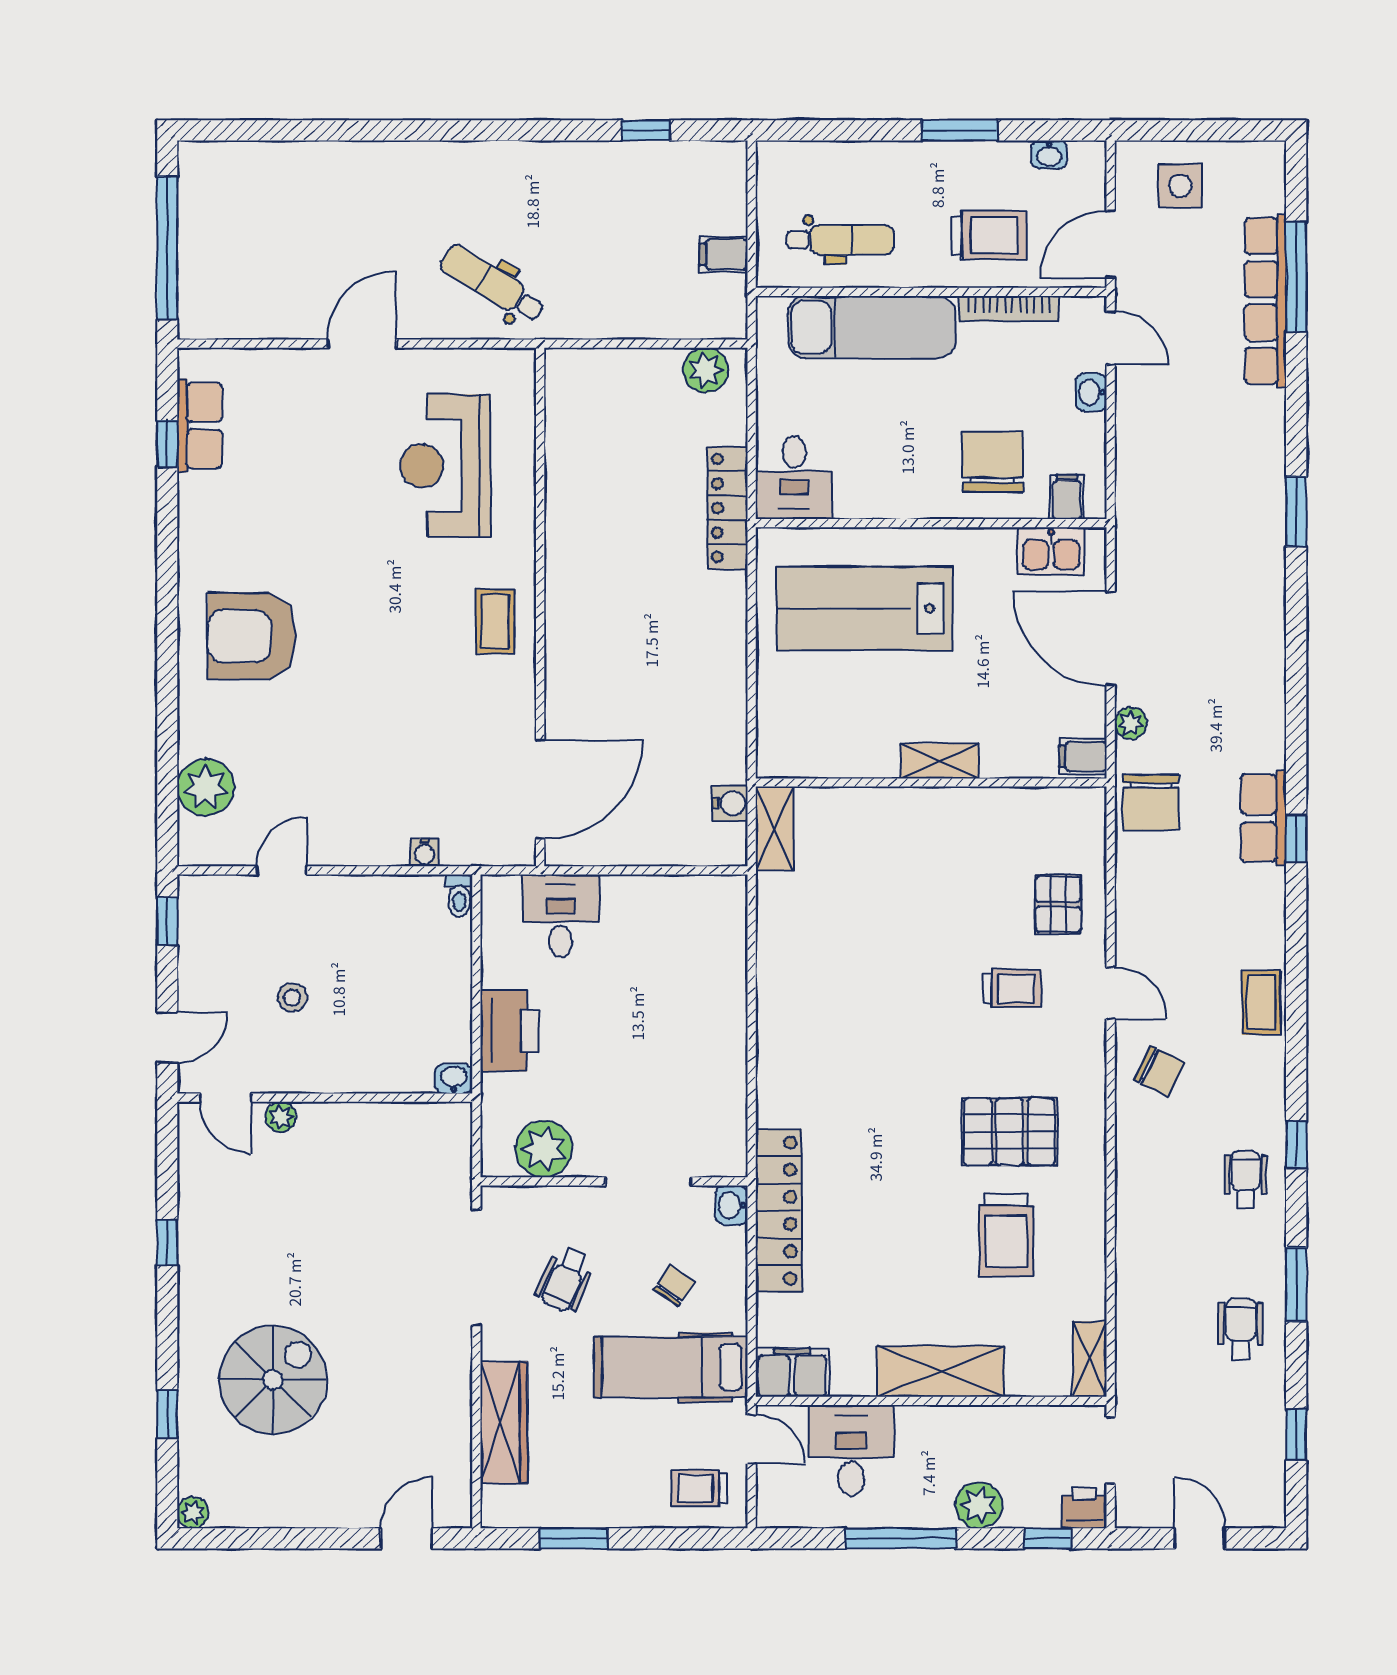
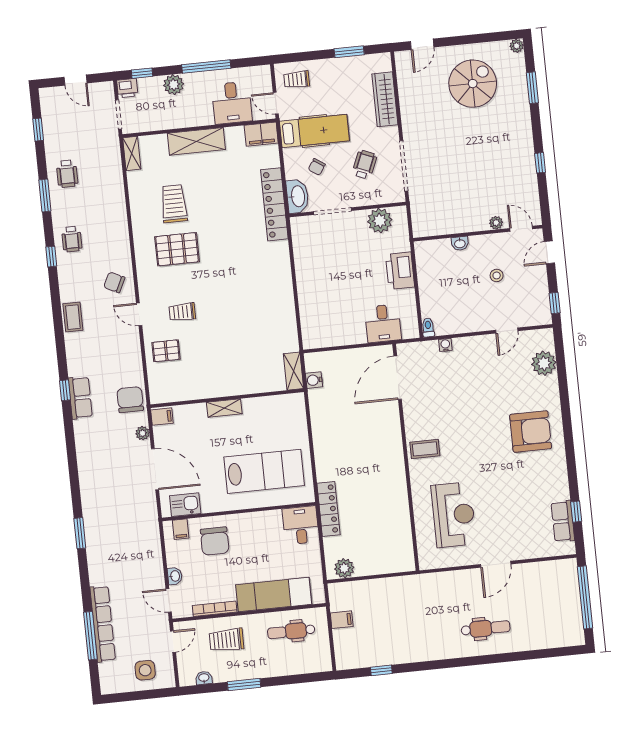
door: (1111, 244) -> (173, 642), width x0.73
dental chair: (492, 284) -> (486, 628), moved, turned -32
coffee table: (495, 621) -> (425, 449), turned 90
pallet: (1058, 904) -> (166, 351), turned 90
washbasin: (454, 1079) -> (460, 243), moved
washbasin: (732, 1205) -> (297, 196), width x1.91, depth x1.45
spiral stairs: (273, 1380) -> (473, 84), moved, turned 180
window: (167, 1414) -> (532, 88), width x1.50
trolley: (699, 1488) -> (297, 79), turned 180

